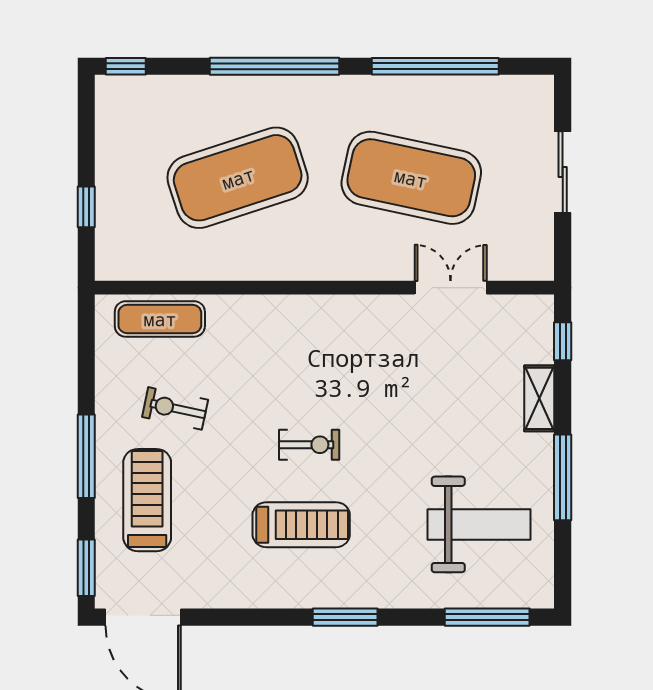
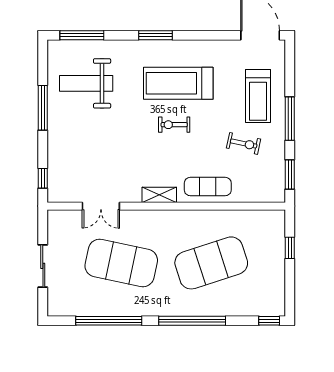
exercise mat: (160, 319) -> (208, 187), moved
shelving: (539, 398) -> (159, 195), moved, turned 90
treadmill: (301, 525) -> (178, 83), width x1.37, depth x1.38
window: (86, 568) -> (290, 174), moved

